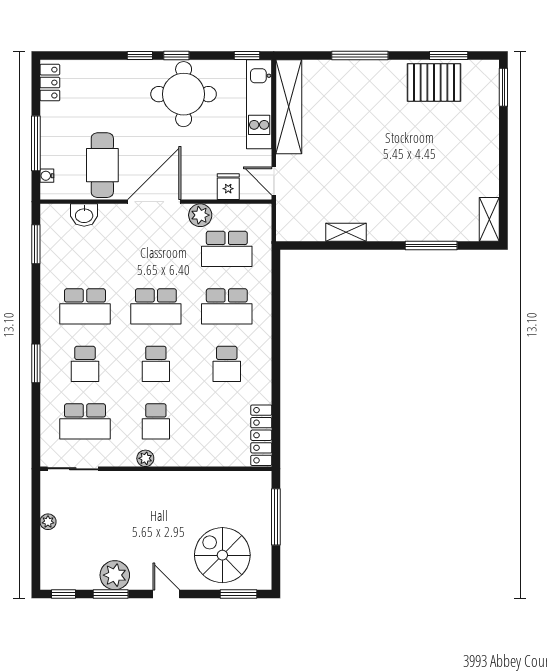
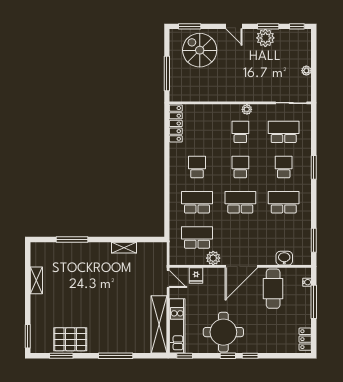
shelving: (489, 219) -> (36, 280), moved
spiral stairs: (222, 555) -> (200, 50), turned 180

